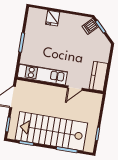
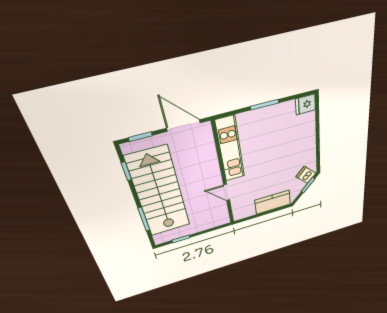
fridge: (53, 18) -> (305, 104), moved
kitchen counter: (99, 76) -> (273, 202), moved

